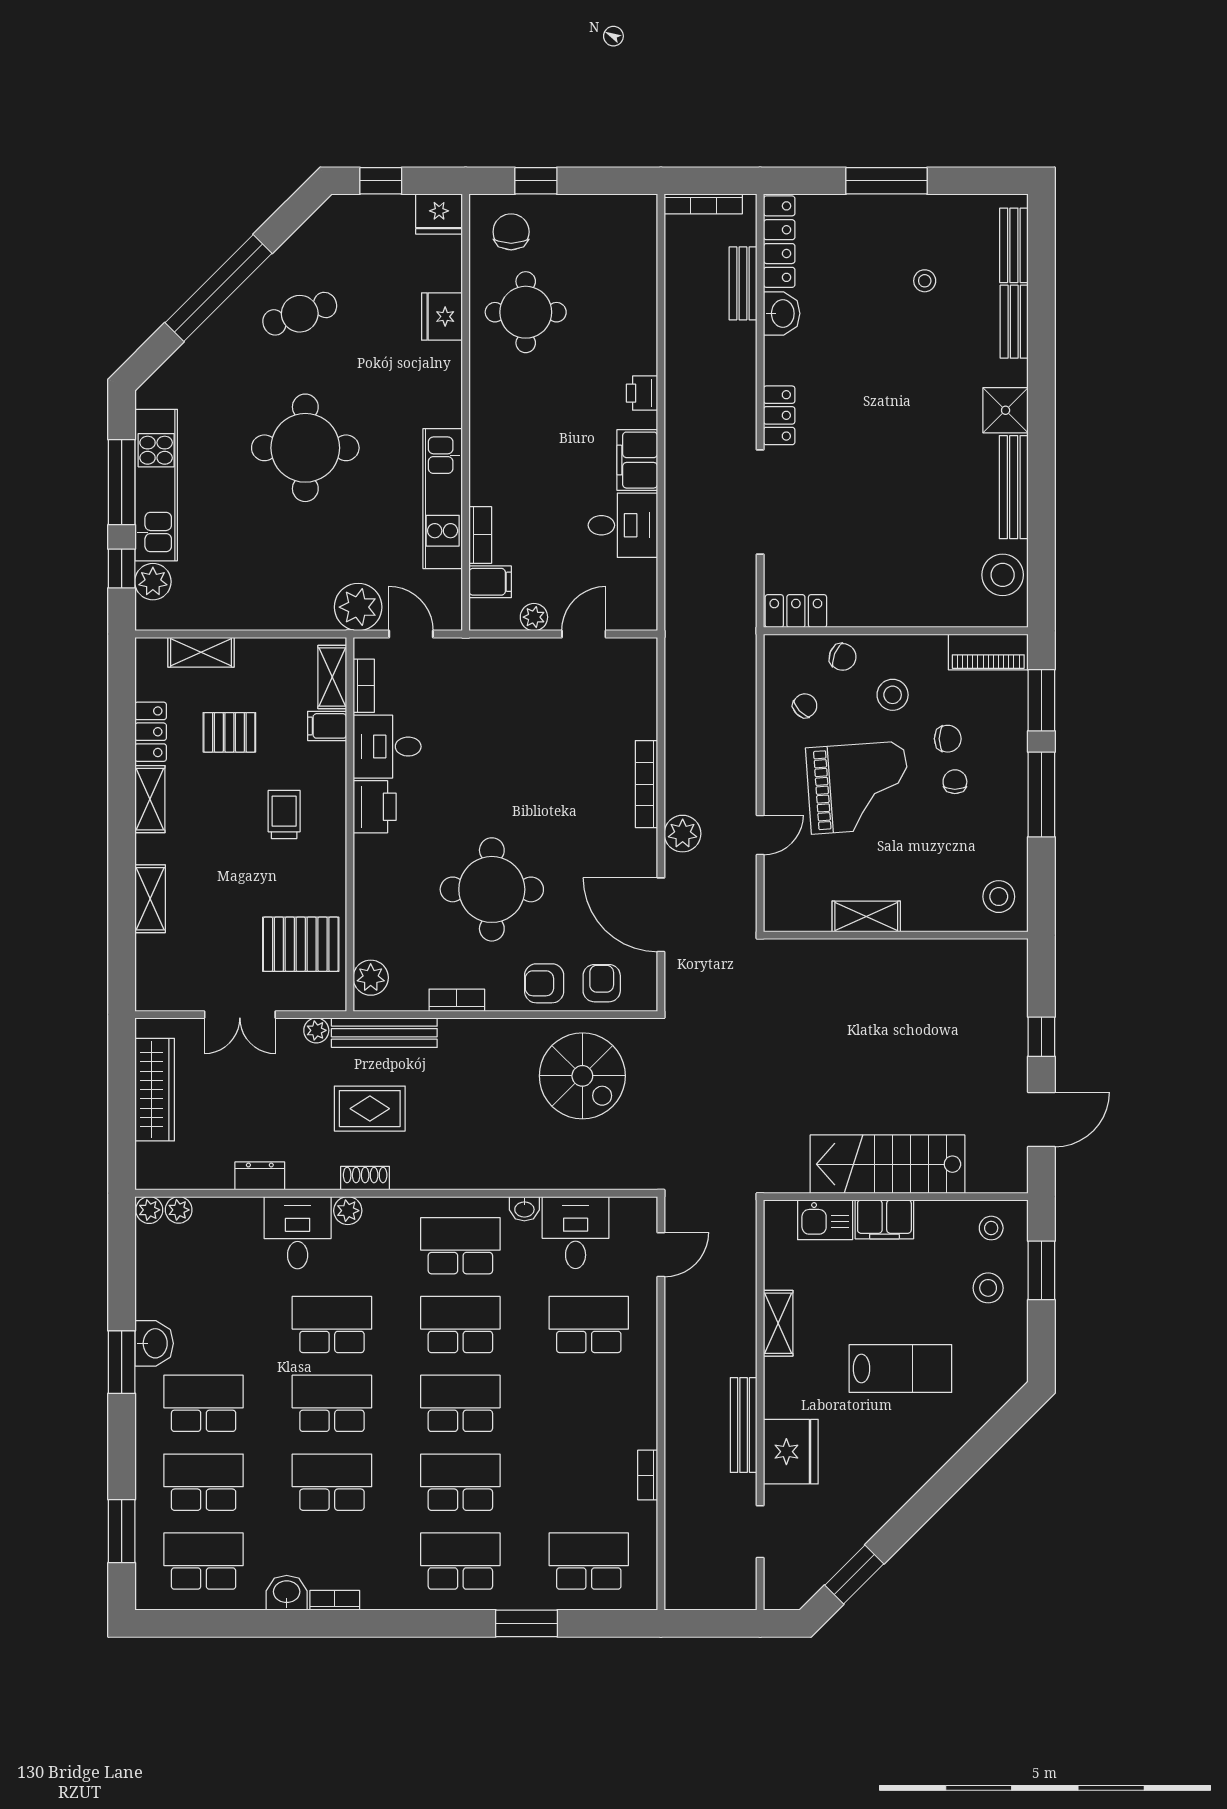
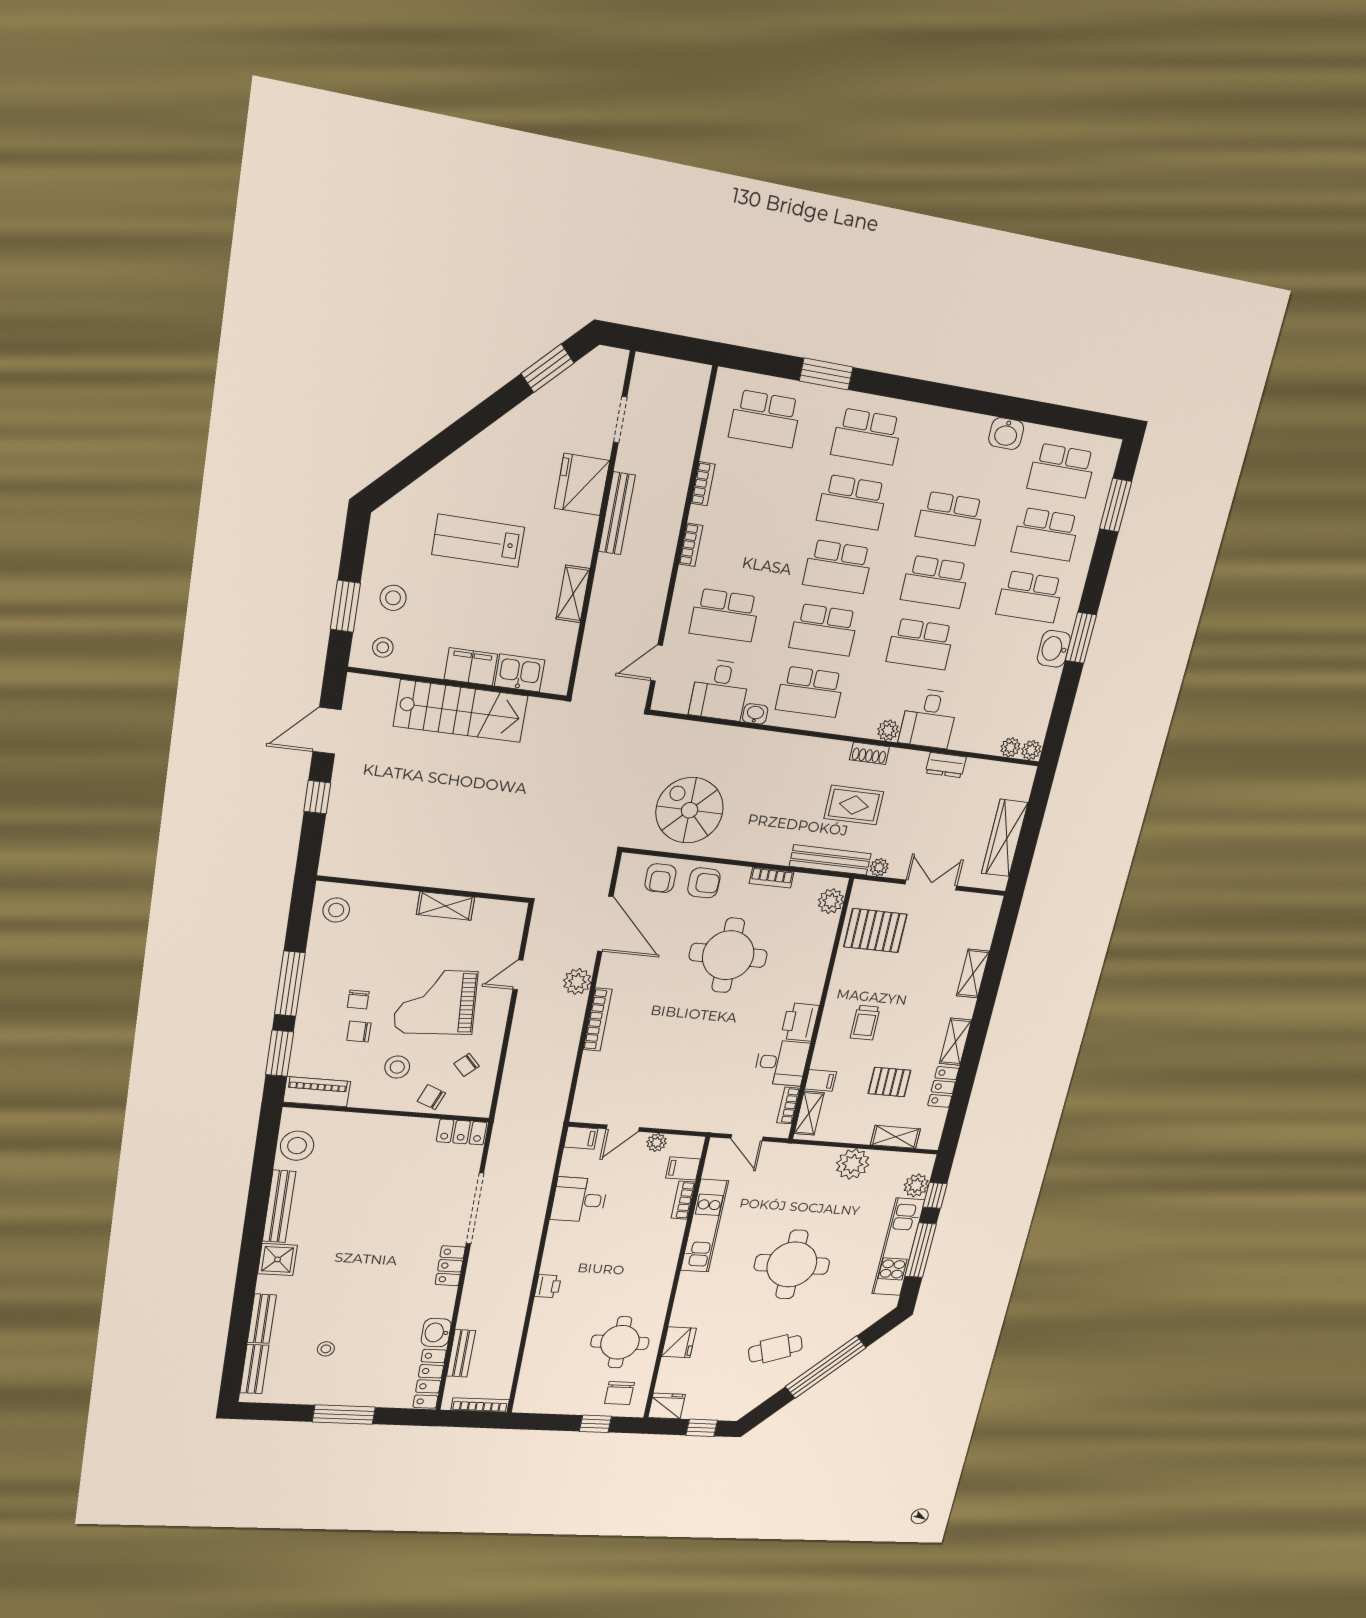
filing cabinet: (637, 460) -> (581, 1138), moved, width x0.50
plant: (358, 607) -> (853, 1164), moved
bookcase: (335, 1600) -> (691, 545), moved, turned -90

